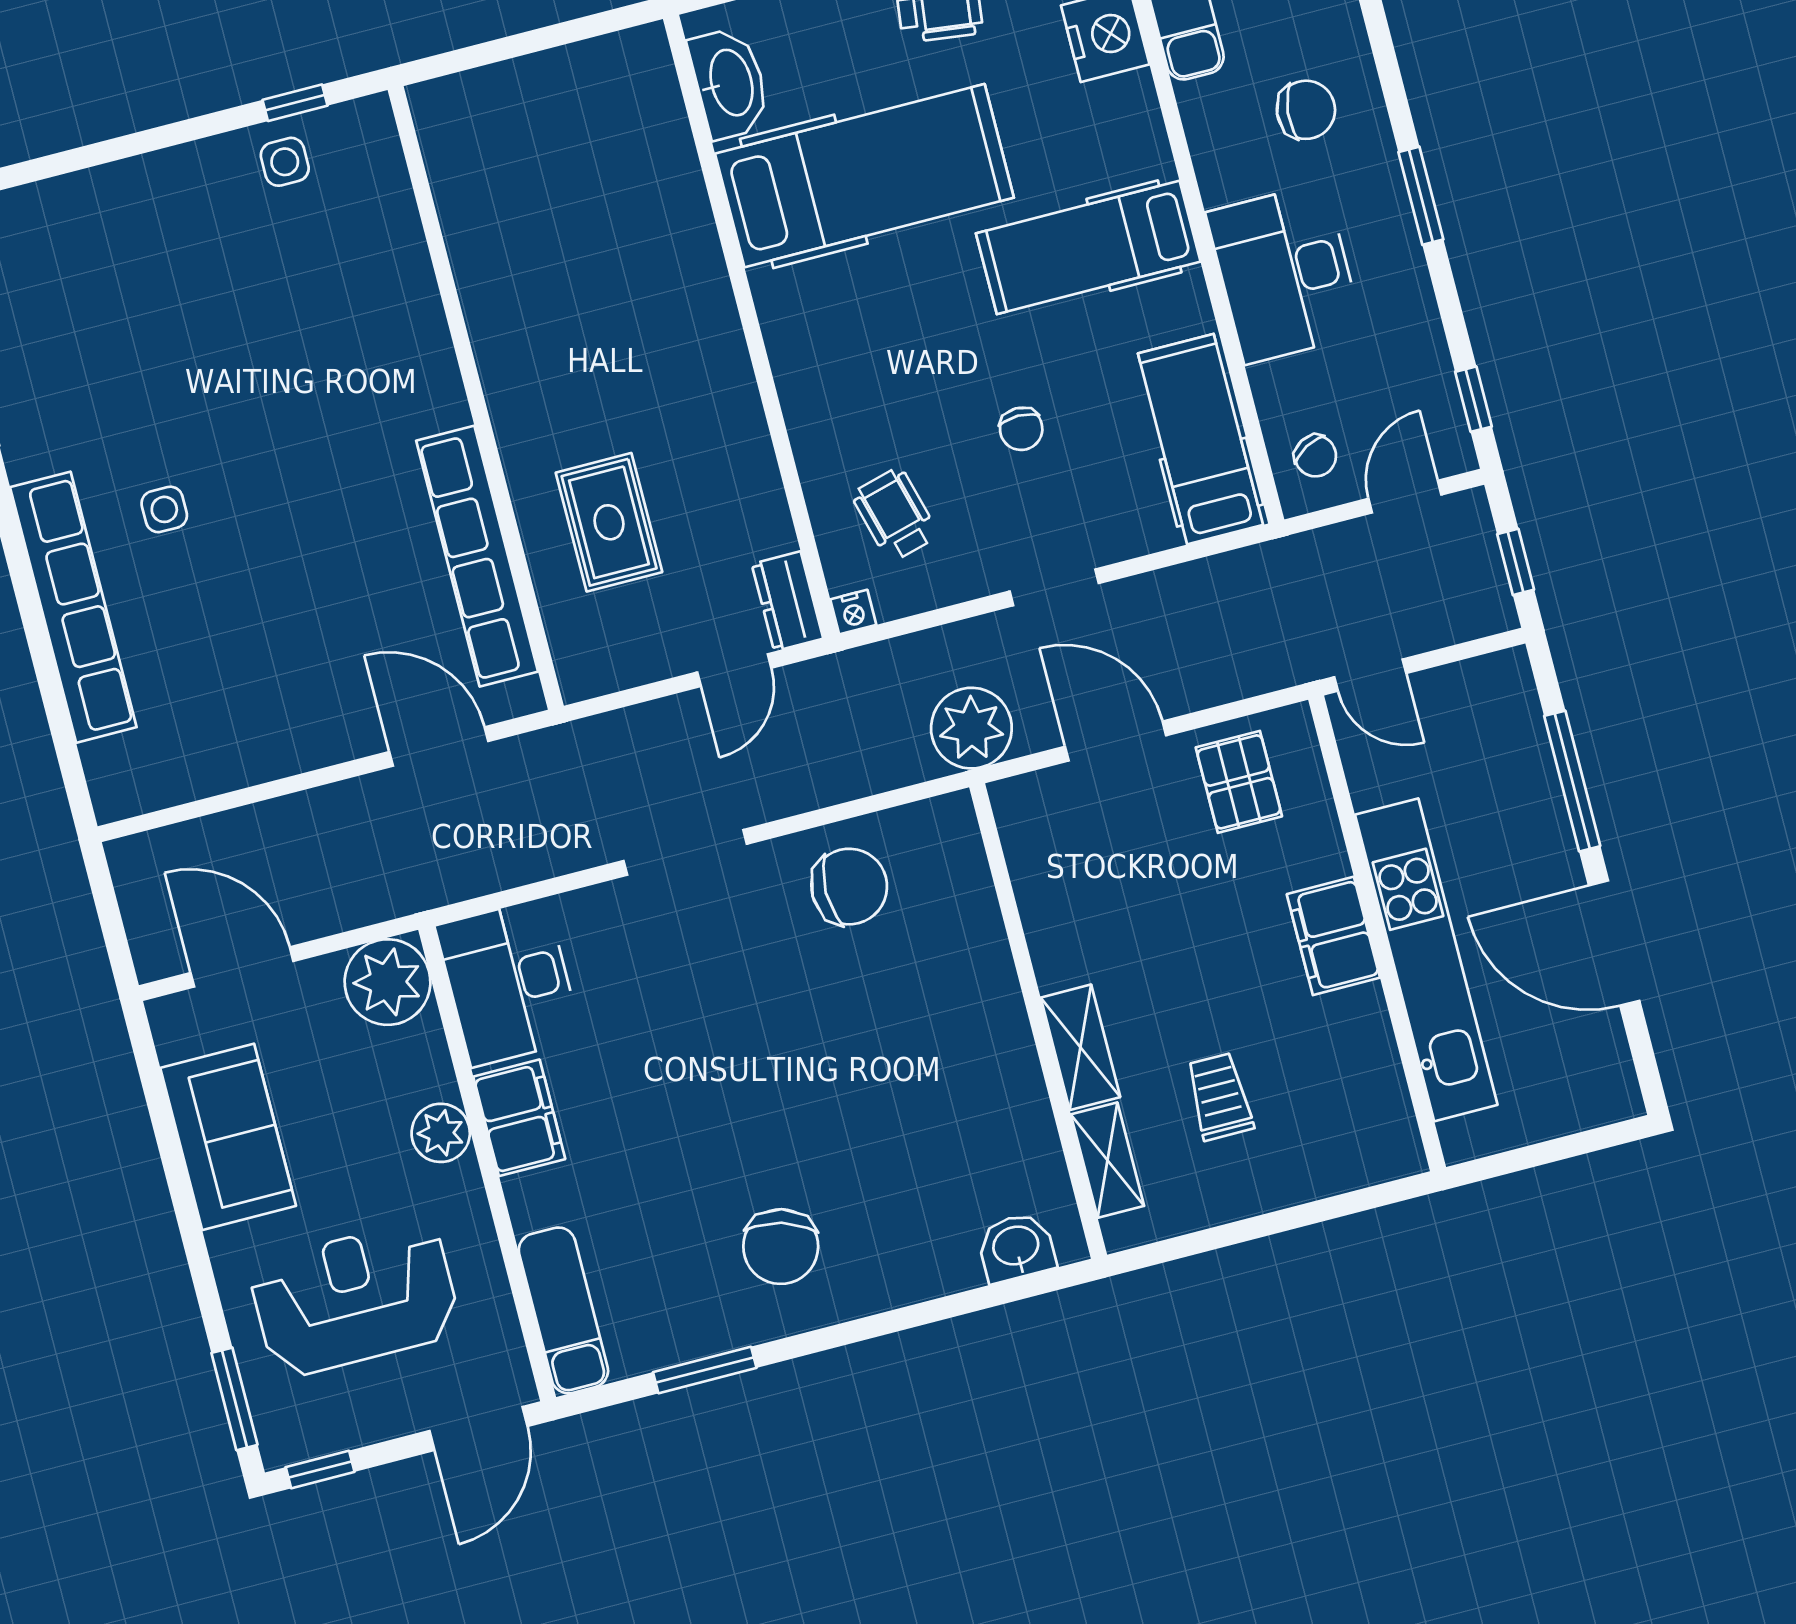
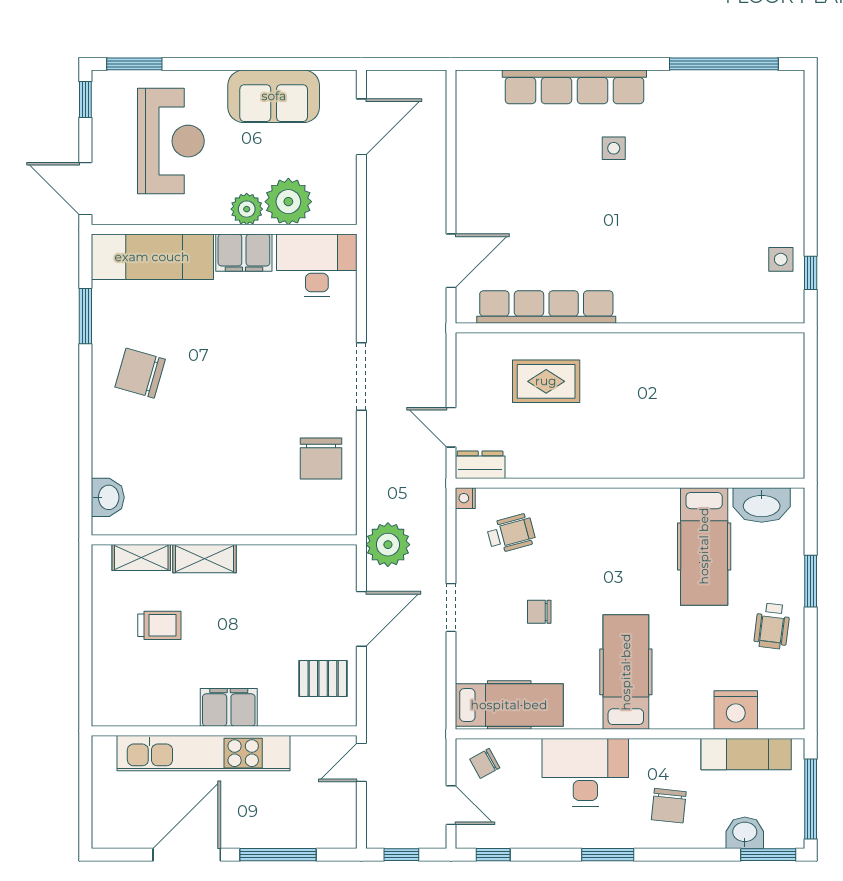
hospital bed: (864, 176) -> (704, 546), width x0.73, depth x0.78
plant: (388, 982) -> (288, 202), moved
exam couch: (563, 1310) -> (152, 257), width x1.36, depth x1.45

